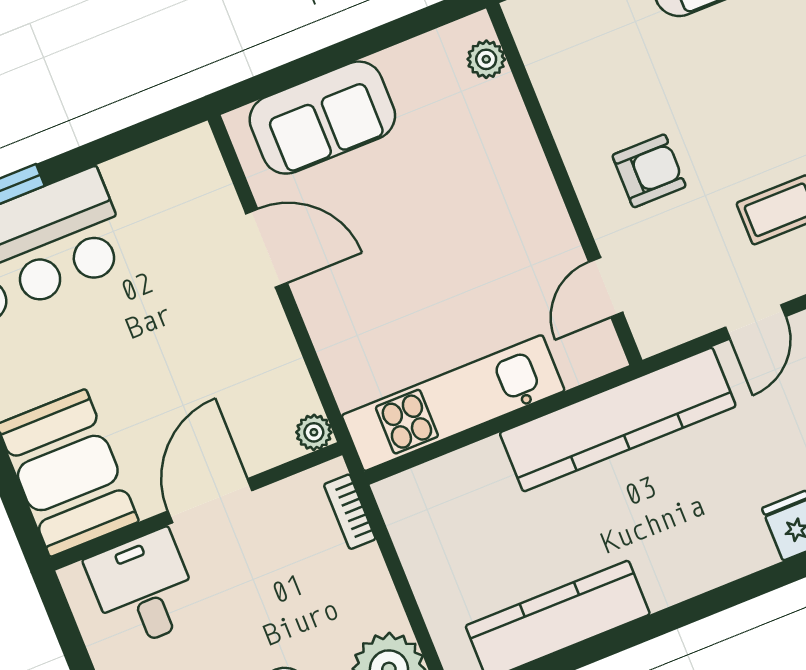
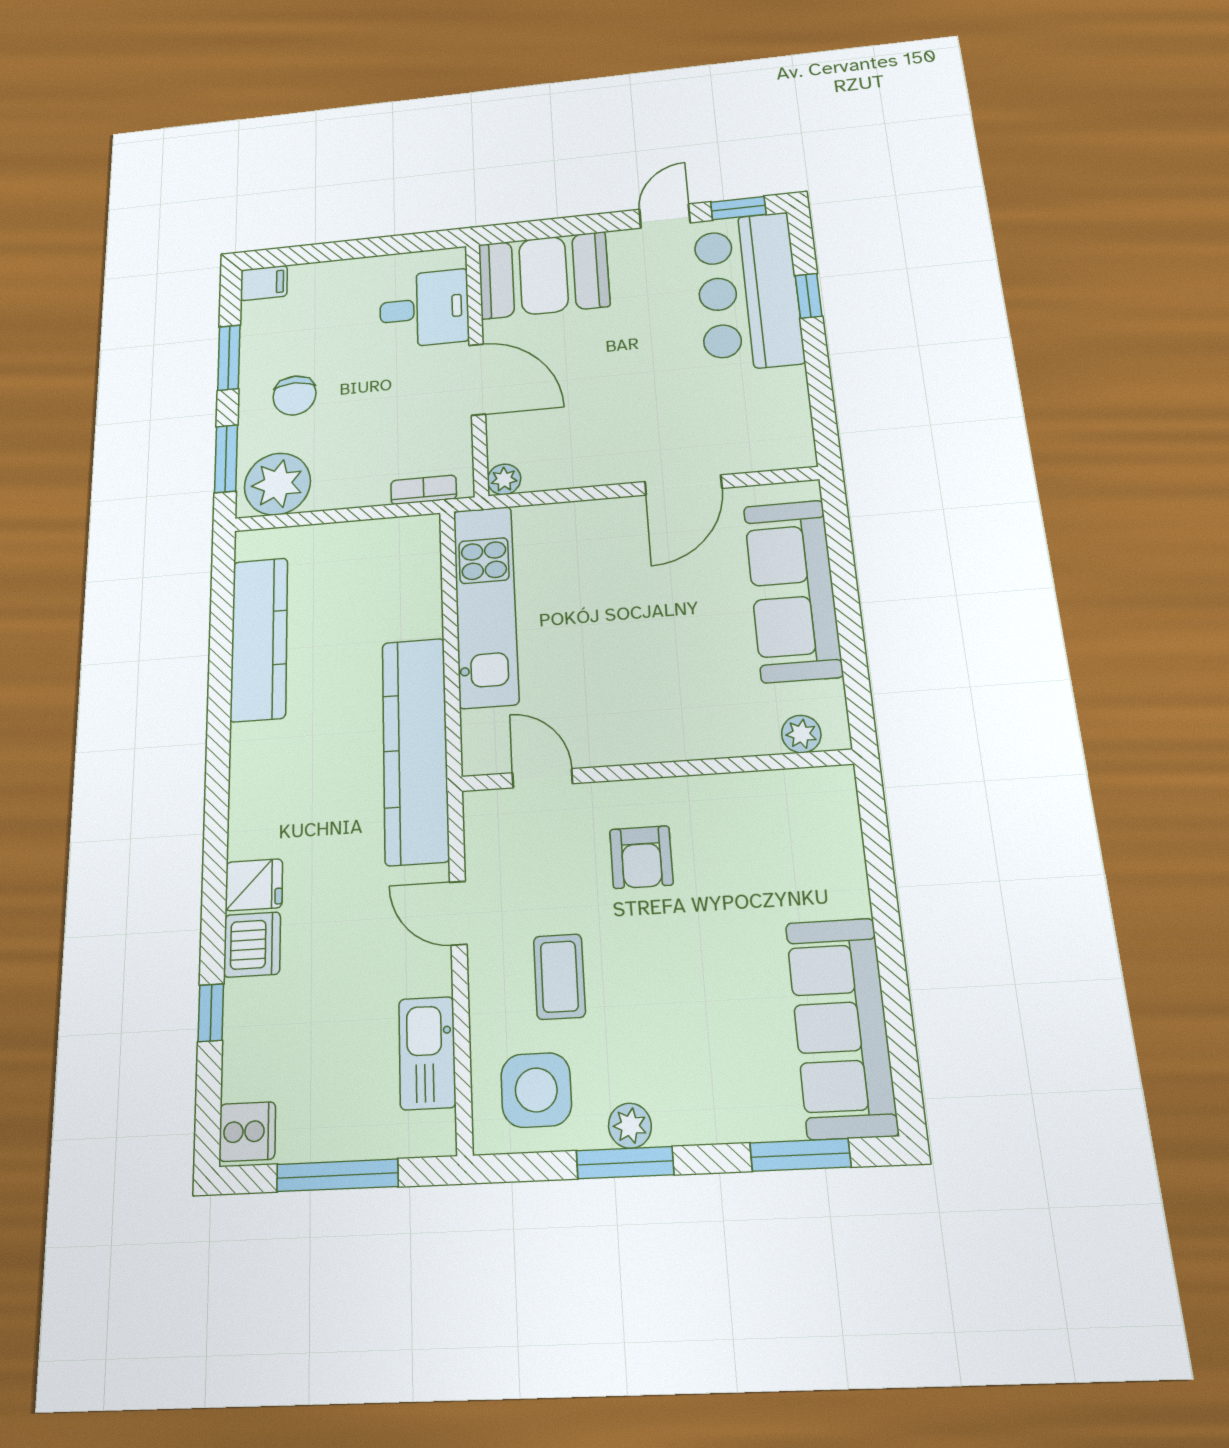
sofa: (322, 118) -> (793, 590), width x1.36

